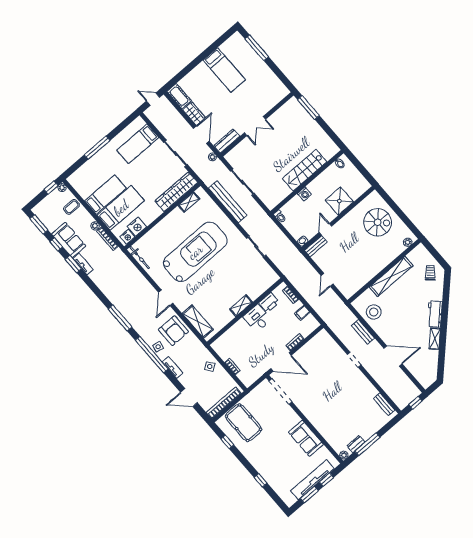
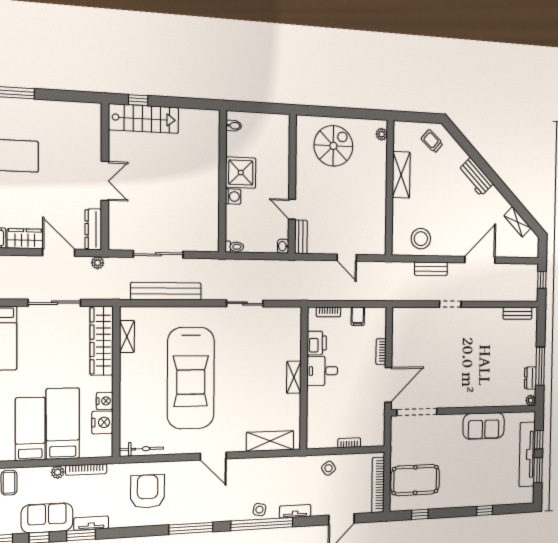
window: (308, 107) -> (138, 100), width x0.46
stairs: (305, 170) -> (144, 119), moved, turned -90
shower: (339, 201) -> (241, 173), moved
nightstand: (127, 237) -> (105, 401), moved
car: (195, 252) -> (191, 378), turned 180
shelving: (391, 276) -> (401, 175), width x0.68
armchair: (173, 331) -> (148, 492), moved, turned -90
shelving: (435, 339) -> (517, 222), moved

